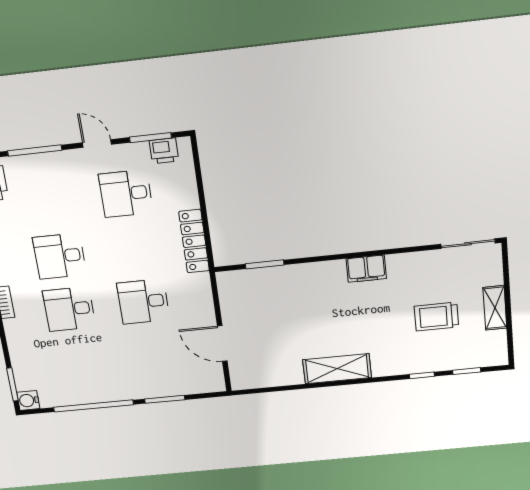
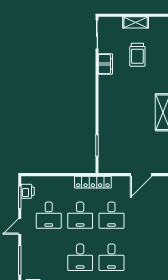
locker: (194, 241) -> (93, 182), moved
desk: (135, 248) -> (80, 215), added
filing cabinet: (366, 269) -> (105, 64), moved

